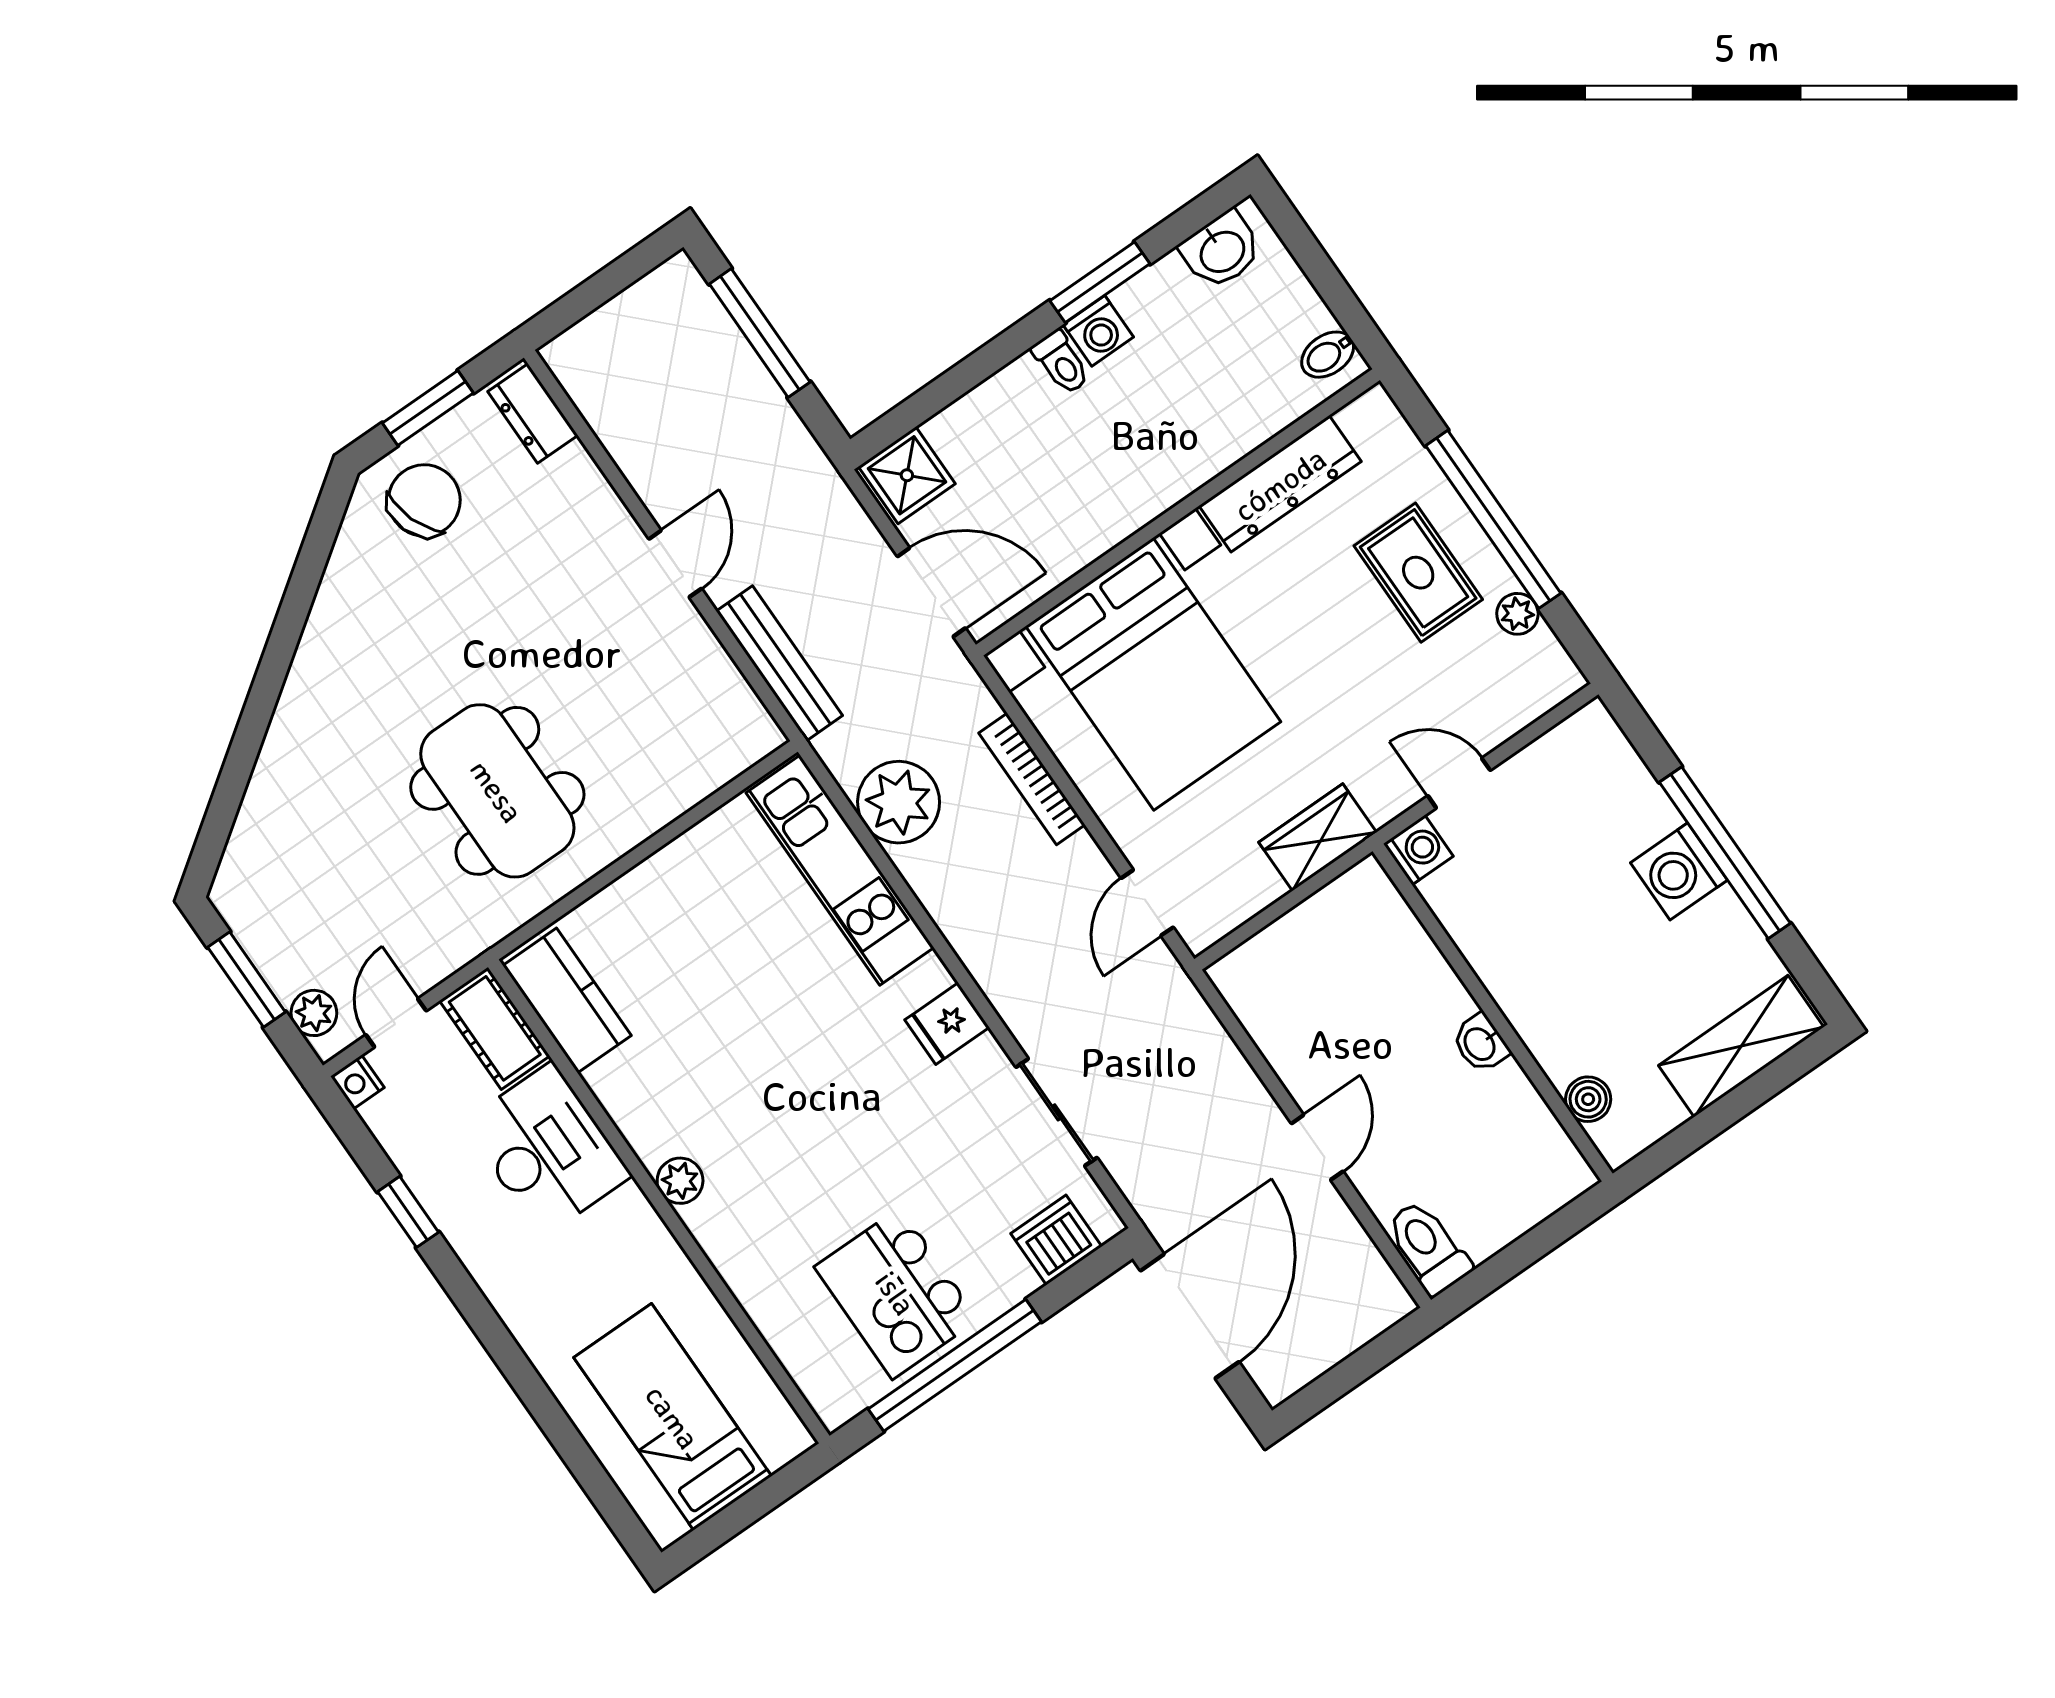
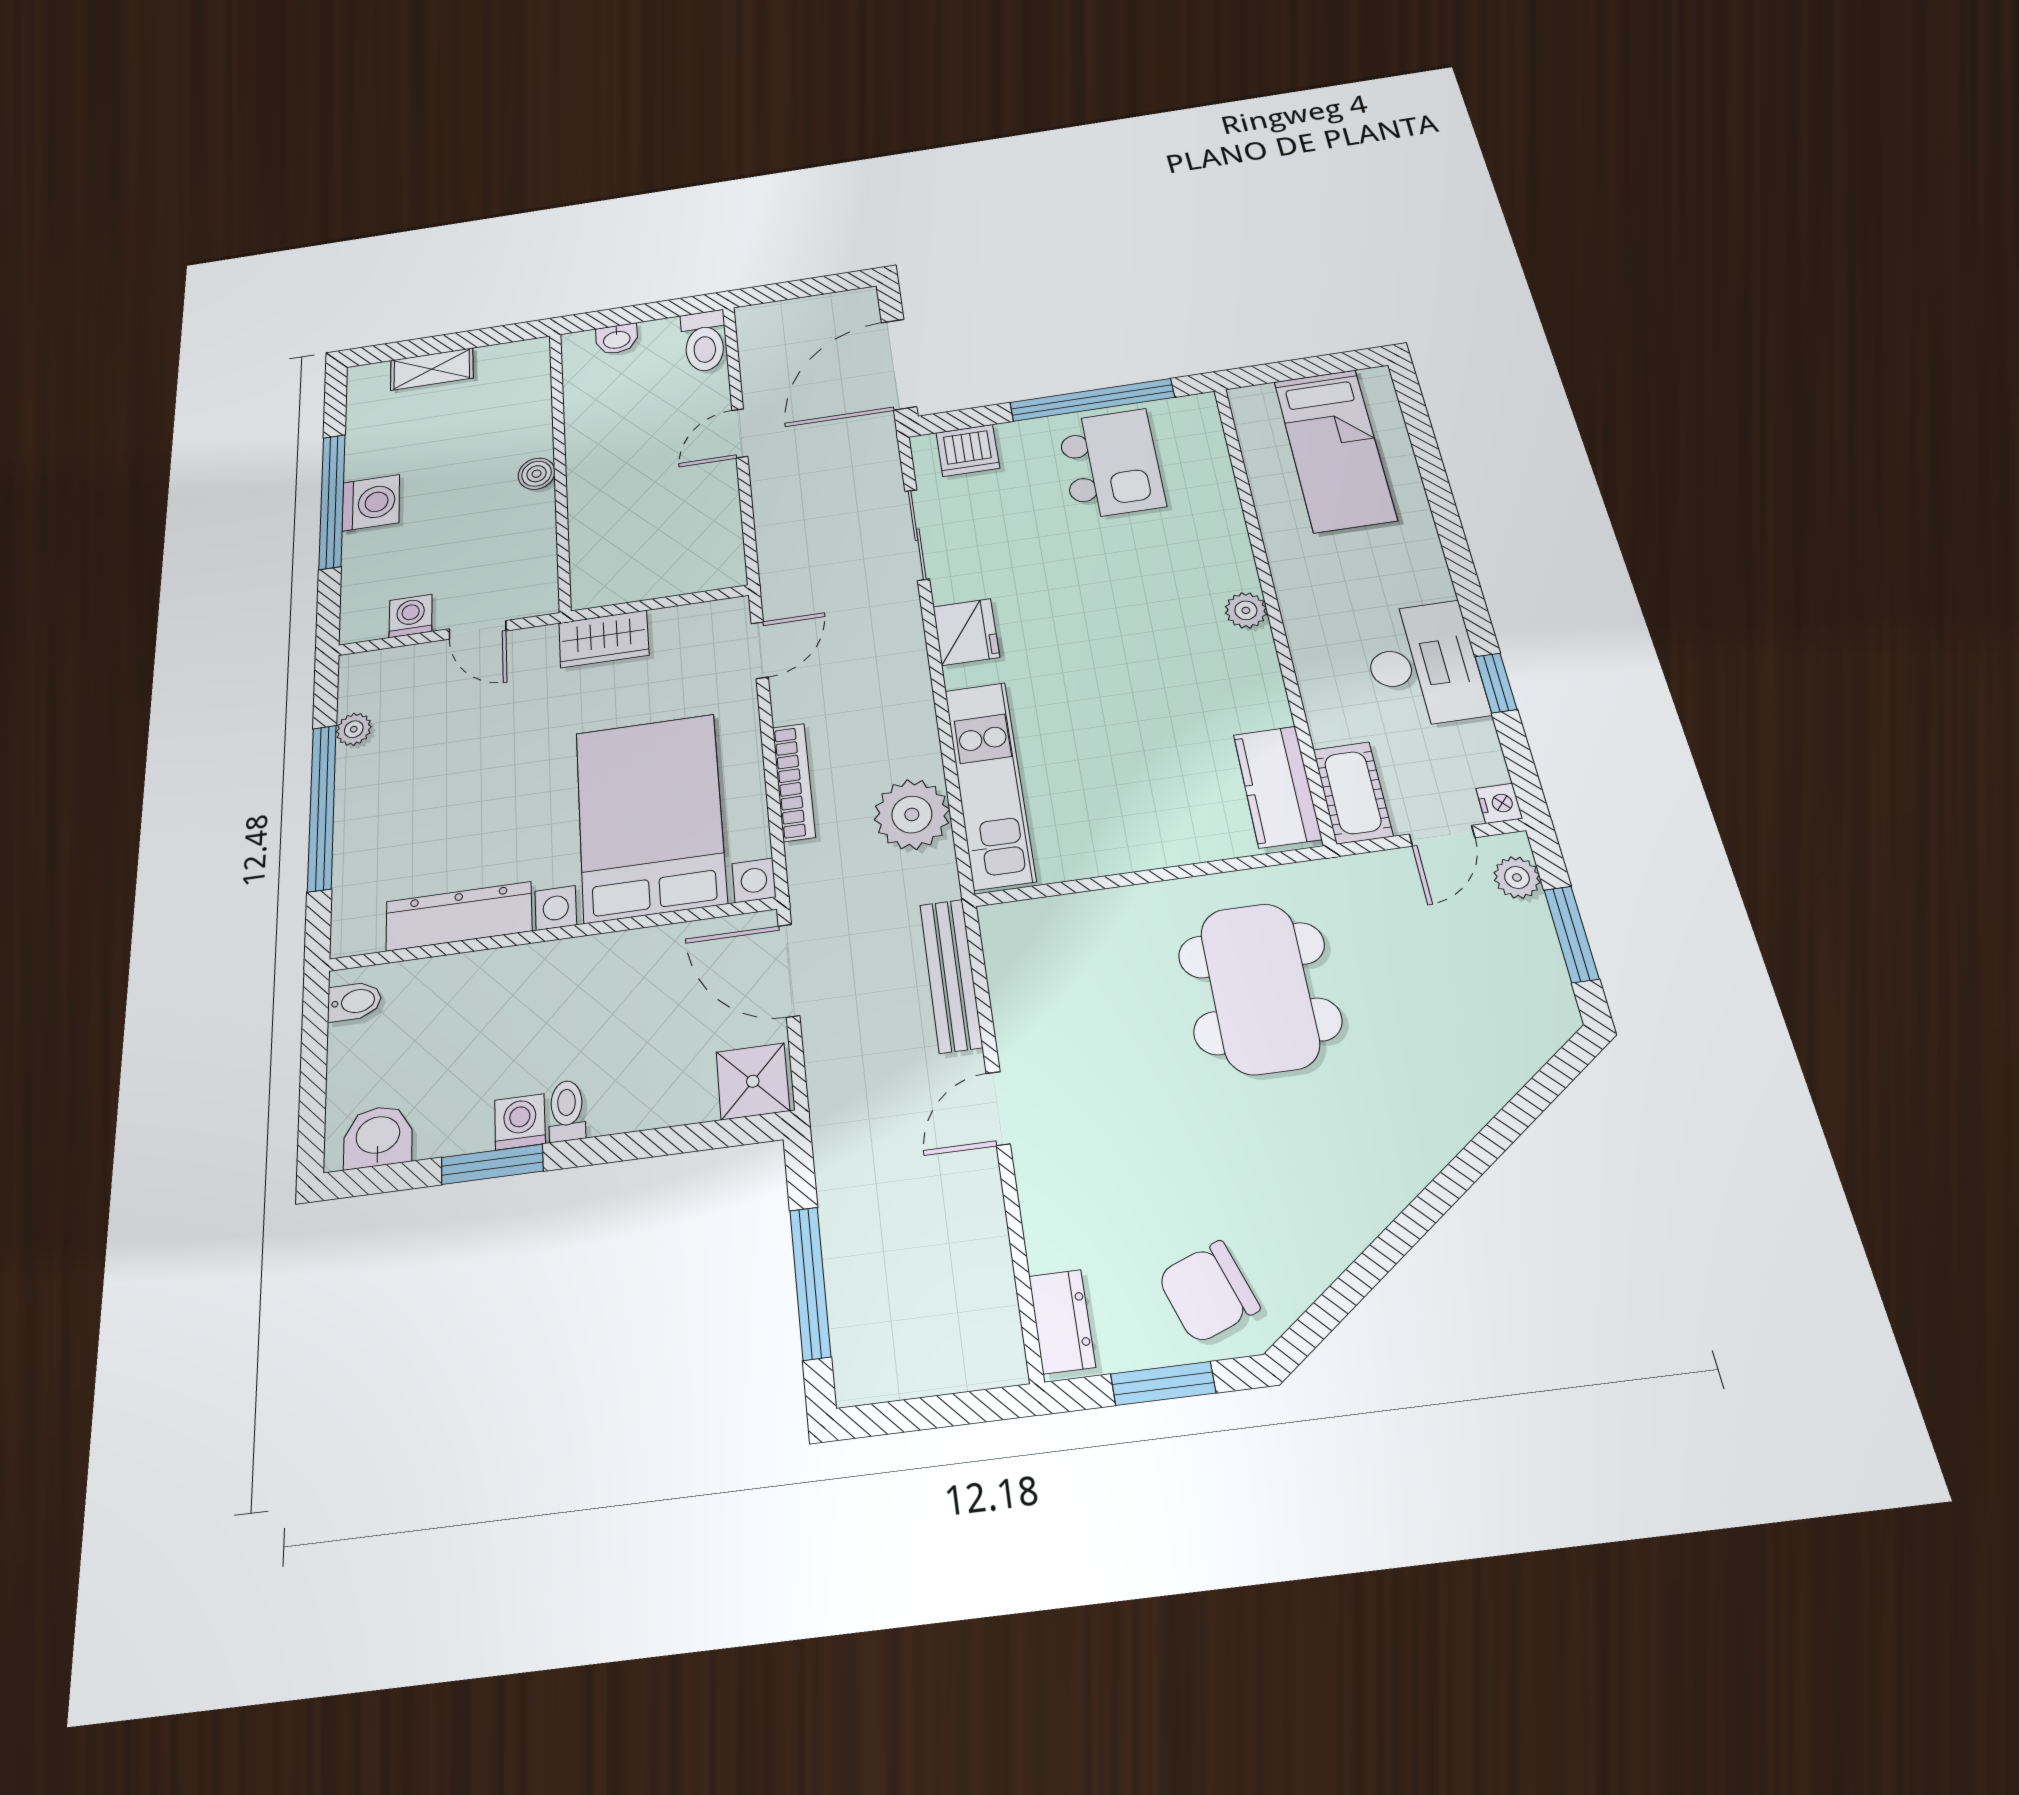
rug: (1418, 573) -> (403, 795), removed
washing machine: (1418, 850) -> (411, 616), moved, turned 90
fridge: (947, 1024) -> (966, 632), width x1.38
washbasin: (1481, 1043) -> (617, 339), moved, turned 90
shelving: (1741, 1046) -> (432, 369), width x0.67, depth x0.75
boiler: (1588, 1099) -> (537, 474), moved
desk: (547, 1150) -> (1423, 664), moved, turned 180

